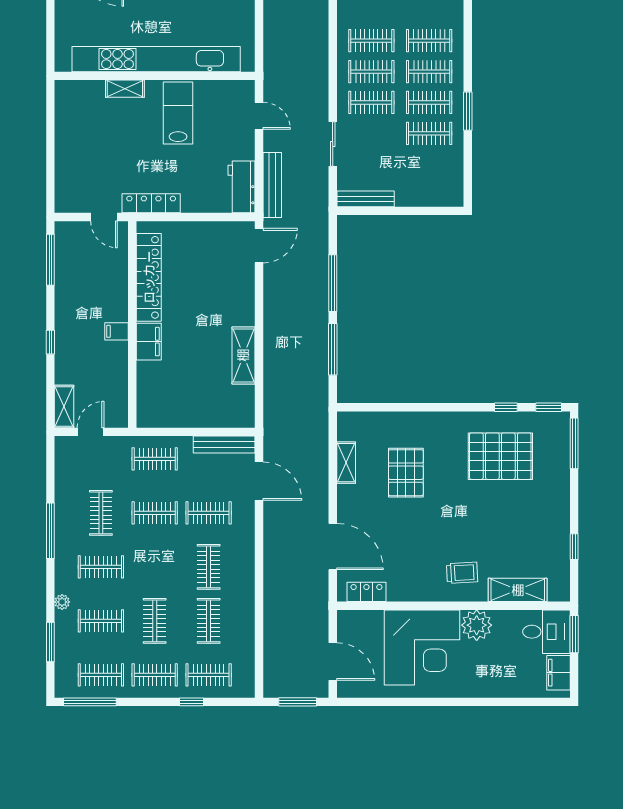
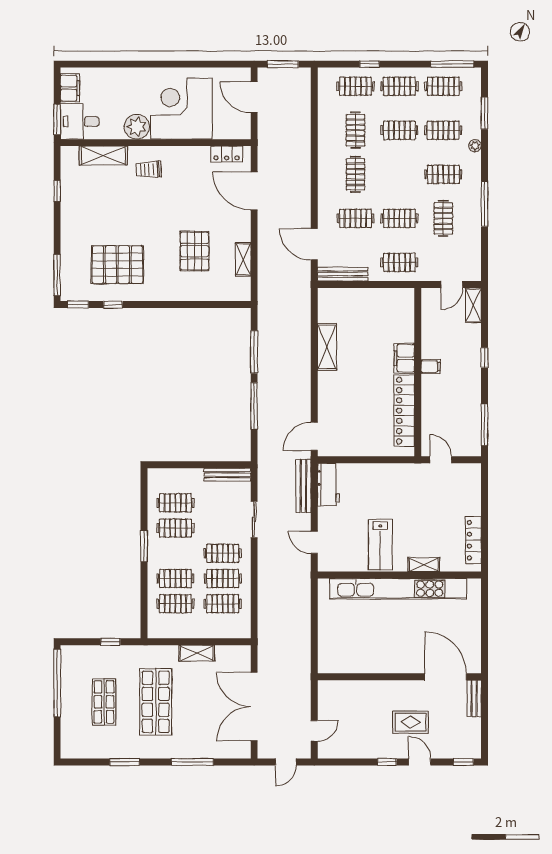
clothes rail: (429, 102) -> (175, 503), moved
locker: (151, 203) -> (473, 540), moved, turned 90
clothes rail: (155, 621) -> (399, 130), turned 90

